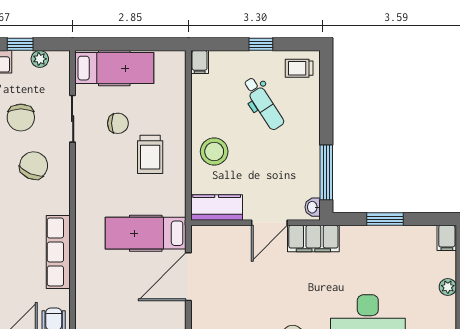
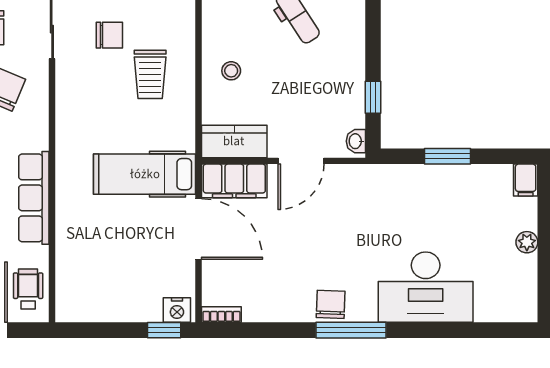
stool: (214, 152) -> (231, 71), width x0.53, depth x0.53
window: (326, 172) -> (373, 97), width x0.46
filing cabinet: (313, 239) -> (234, 181), moved
door: (188, 277) -> (199, 229), swing flipped

